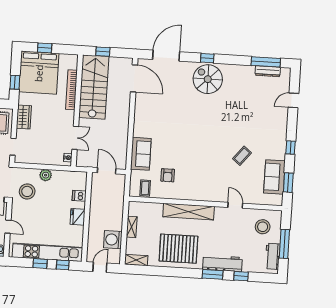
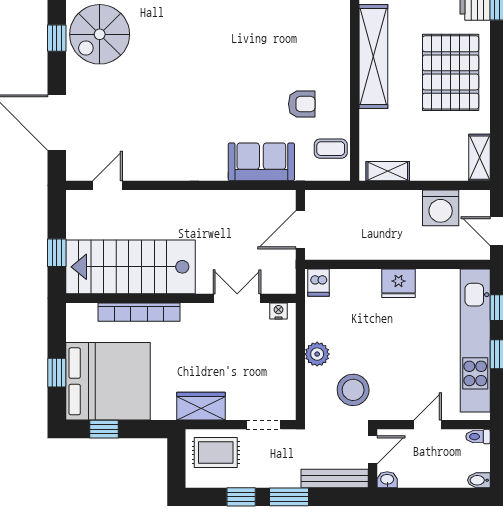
door: (134, 78) -> (107, 185), width x0.53
window: (15, 82) -> (104, 429), moved
dishwasher: (79, 196) -> (319, 283), moved
shelving: (132, 227) -> (388, 171), moved

